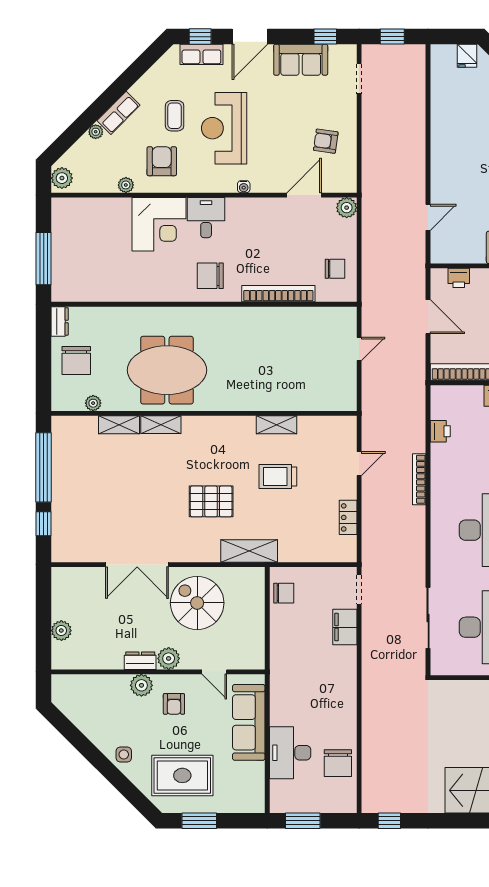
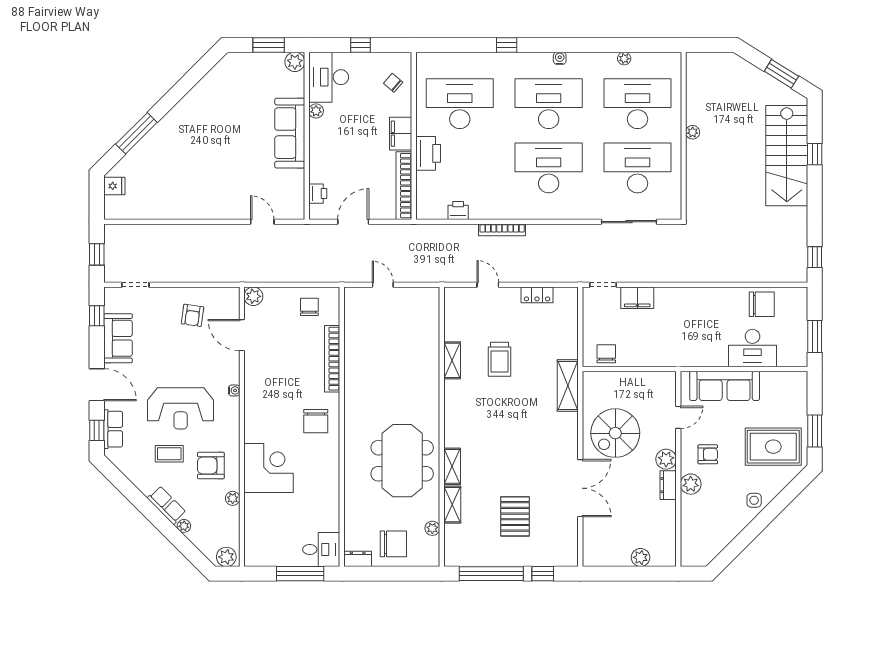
desk: (206, 218) -> (321, 550), moved, turned 180
pallet: (211, 501) -> (515, 516), moved
rug: (182, 775) -> (773, 447), turned 90

